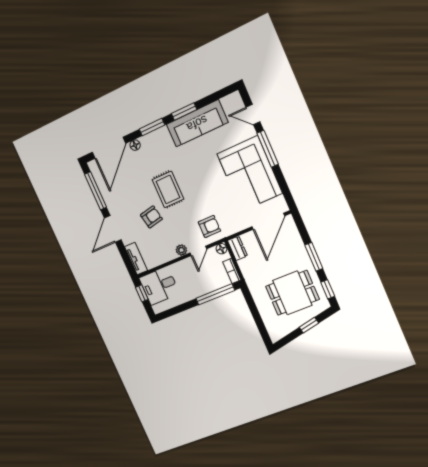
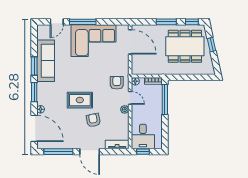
dresser: (237, 248) -> (139, 70), removed
dining table: (292, 293) -> (185, 46), width x1.38

